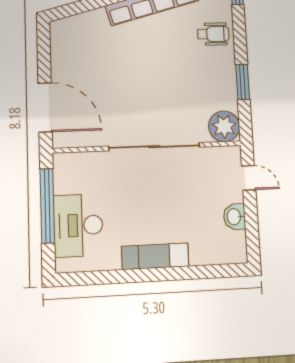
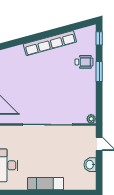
window: (243, 82) -> (99, 72), moved
plant: (224, 126) -> (91, 119), width x0.53, depth x0.53

